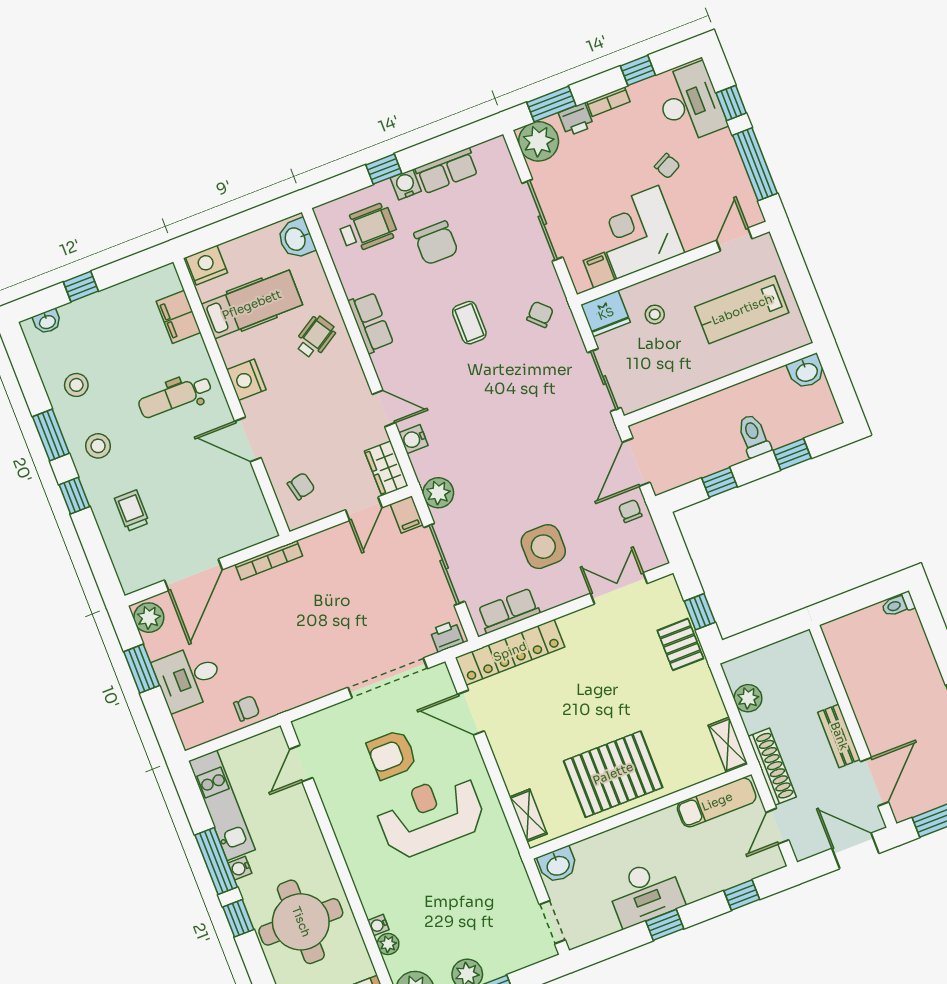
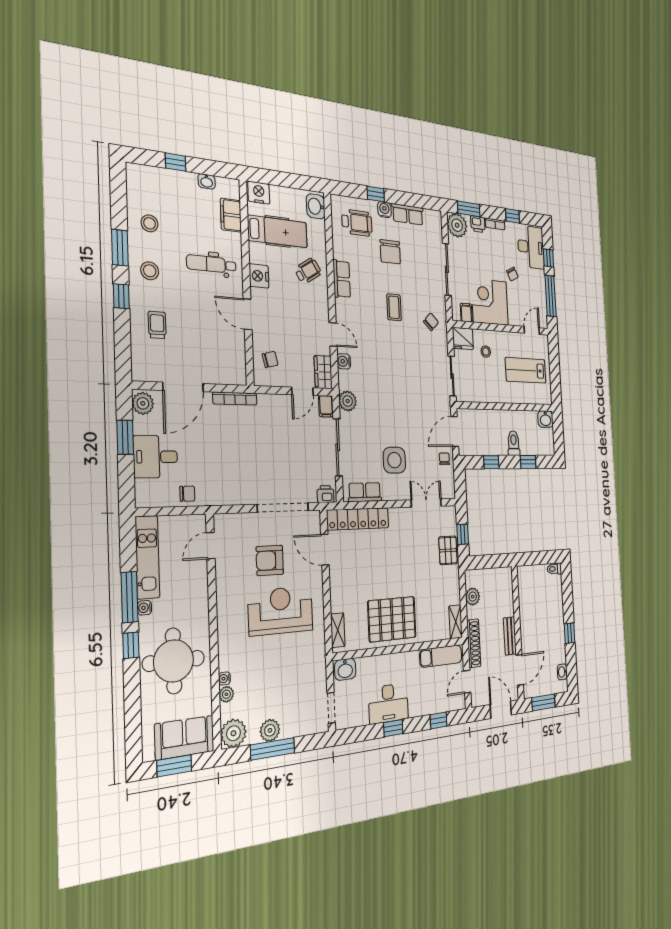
washbasin: (47, 322) -> (207, 181), moved

